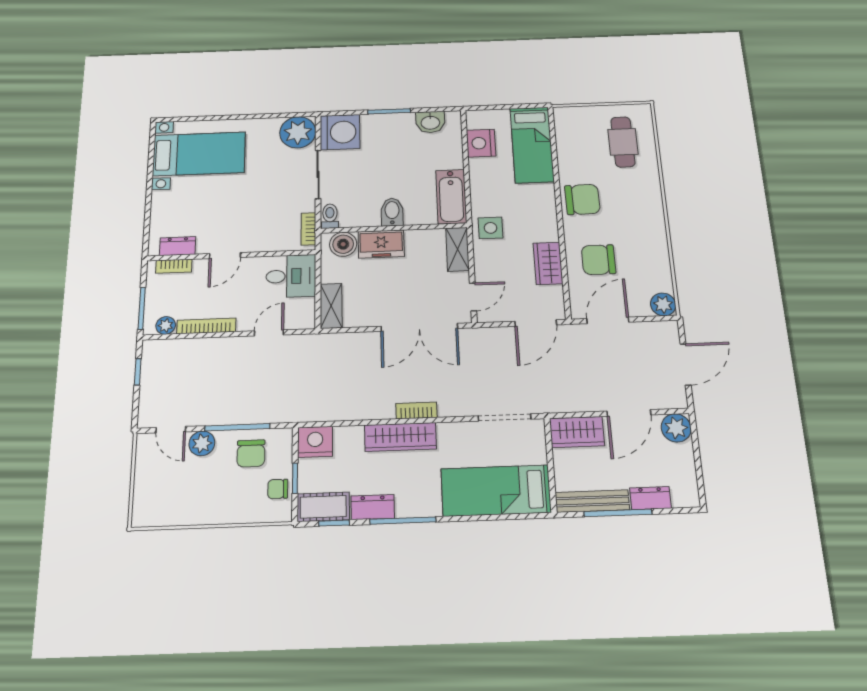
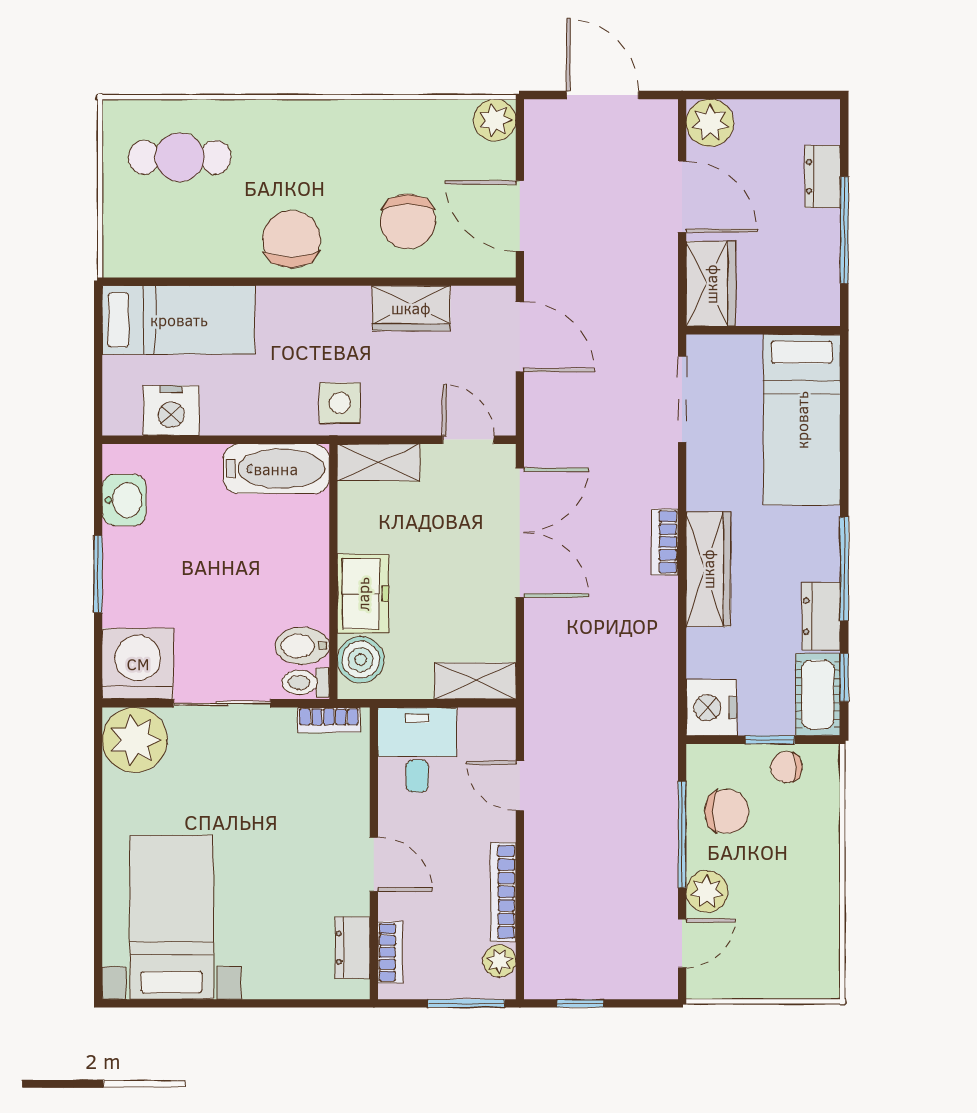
bidet: (392, 212) -> (302, 646), moved
chair: (278, 489) -> (786, 767), turned 90
bench: (592, 501) -> (824, 269), removed

